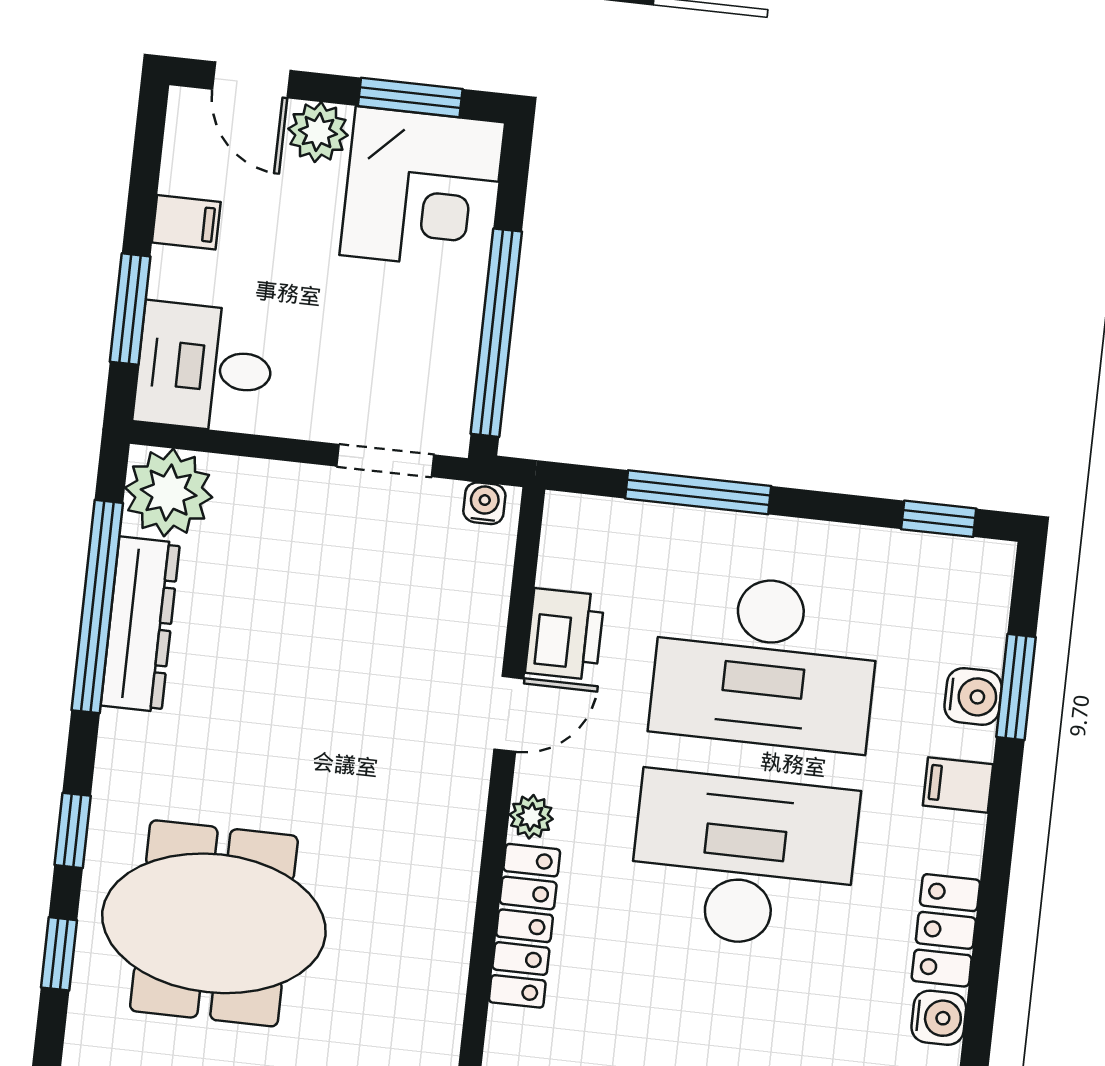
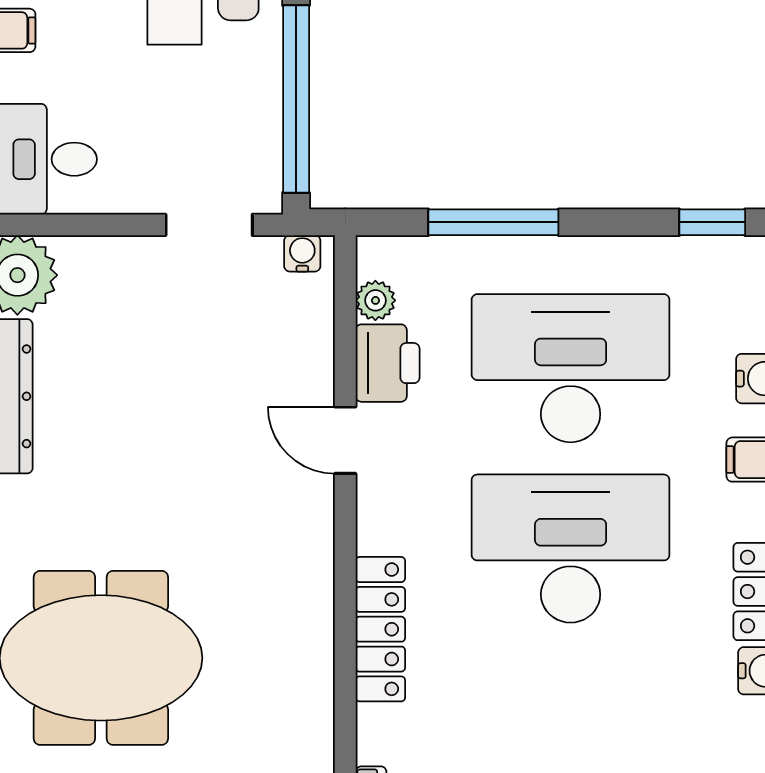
desk: (765, 662) -> (571, 368), turned 180
door: (509, 714) -> (345, 440), swing flipped
plant: (531, 817) -> (375, 300), moved

